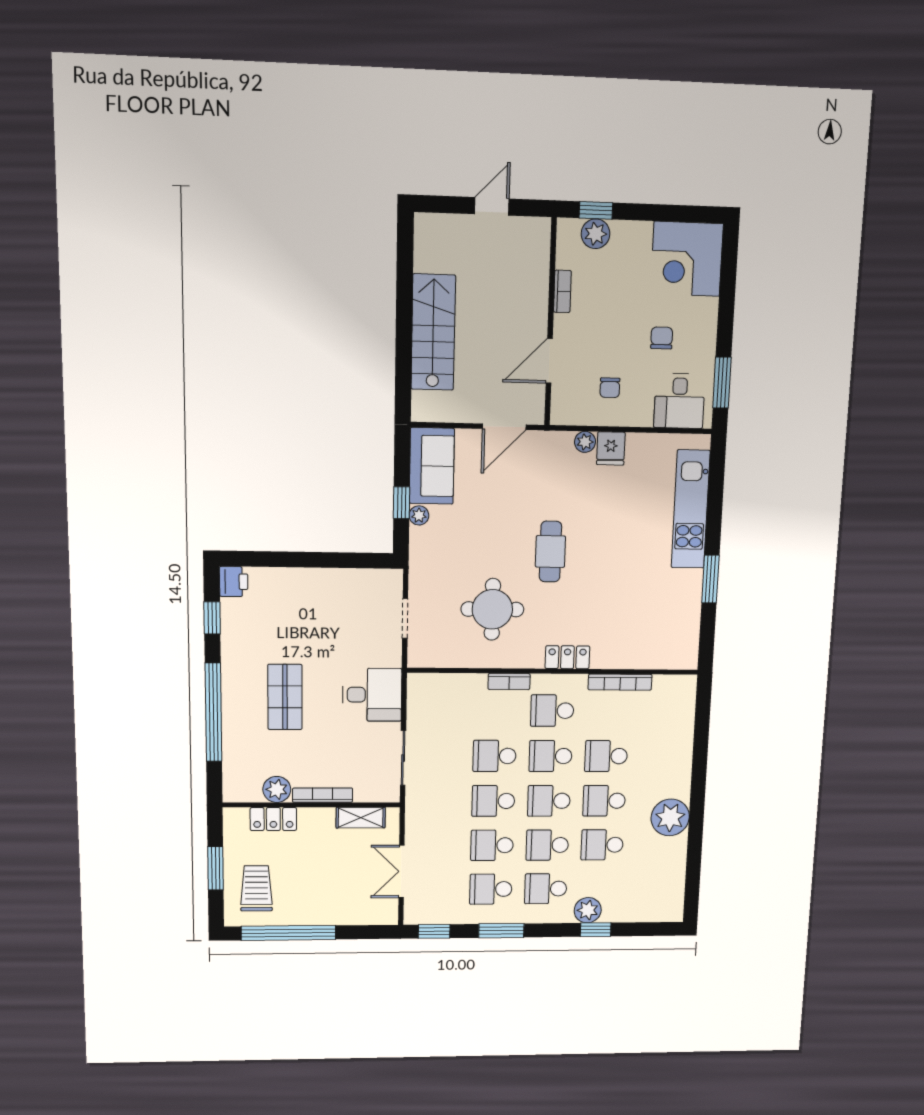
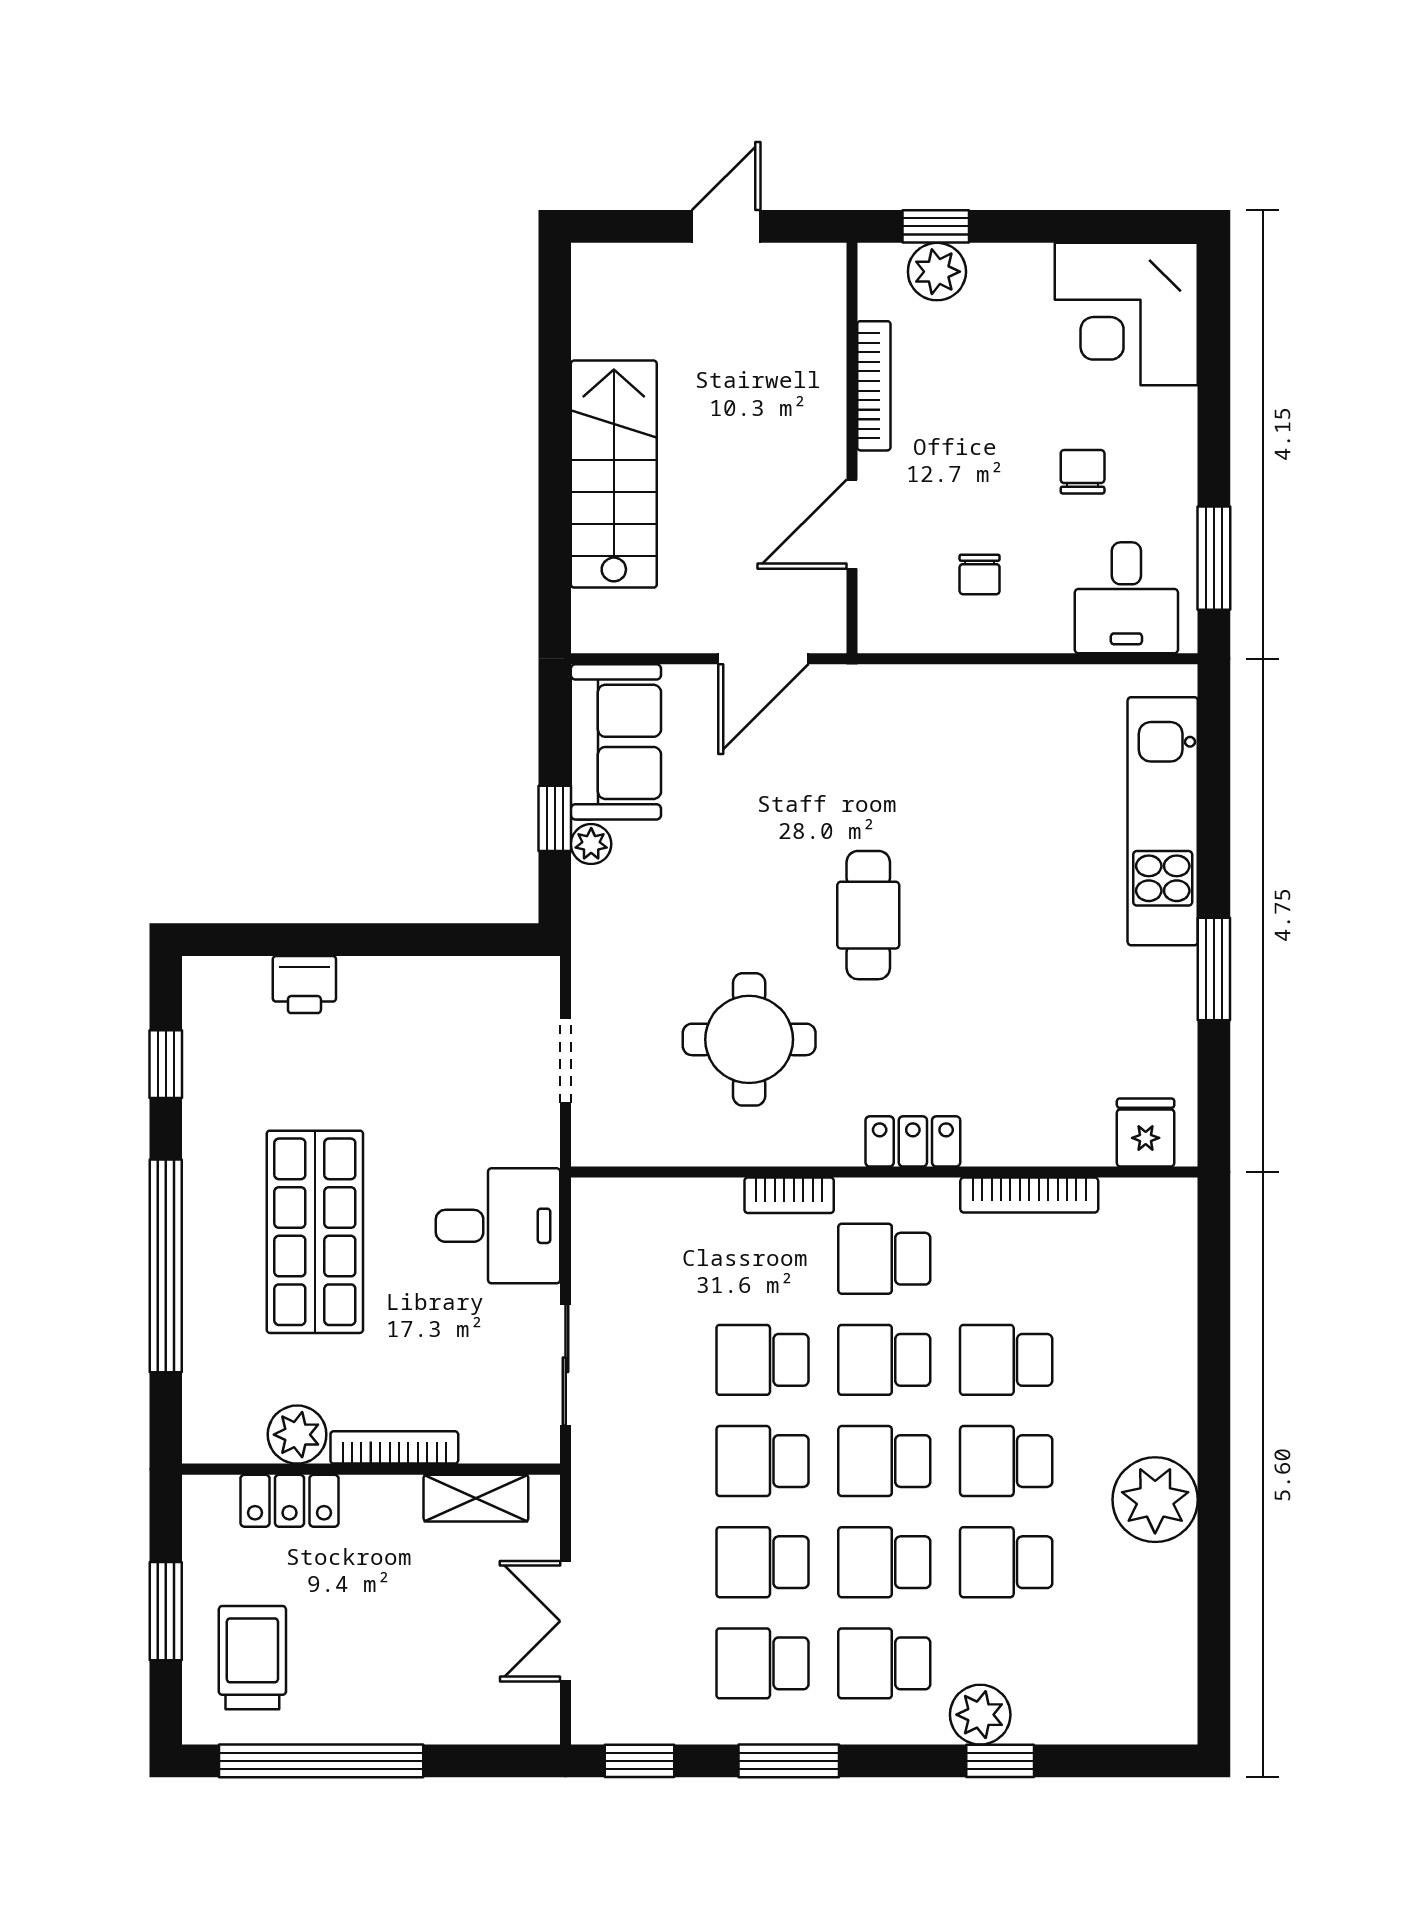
bookcase: (562, 291) -> (874, 386), width x1.56
plant: (585, 442) -> (932, 686), removed
fridge: (611, 448) -> (1146, 1132), moved, turned 180
printer: (234, 582) -> (304, 985), moved, turned 90
shop shelf: (285, 697) -> (315, 1232), width x1.43, depth x1.36

